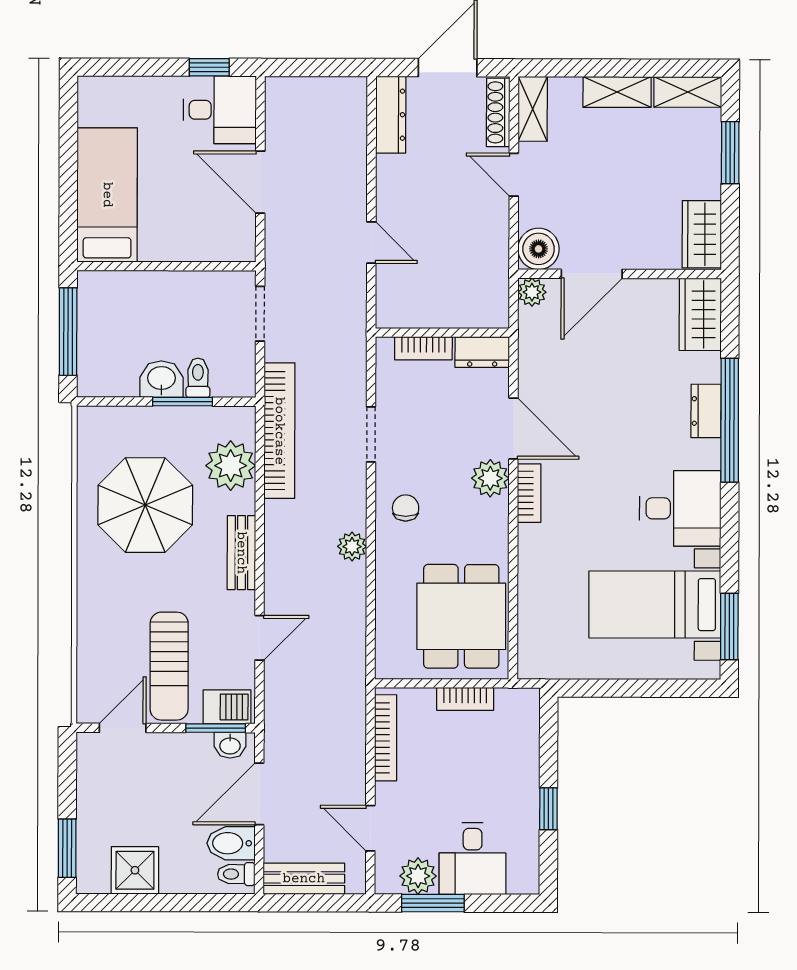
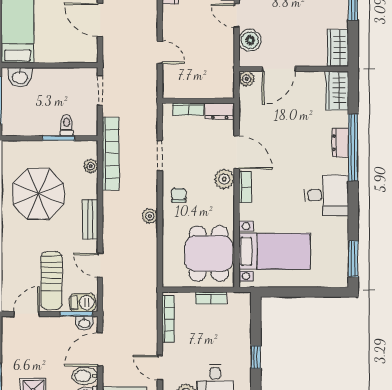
boiler: (539, 249) -> (250, 40), moved
washbasin: (161, 379) -> (20, 77), moved, turned 180
plant: (231, 466) -> (91, 166), width x0.53, depth x0.53
bed with nightstands: (655, 604) -> (274, 251), moved, turned 180
door: (260, 638) -> (100, 265), swing flipped

